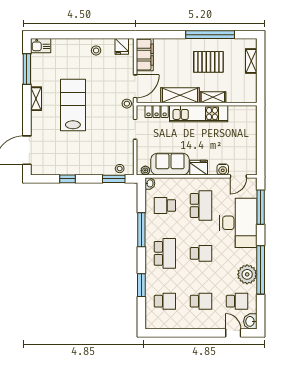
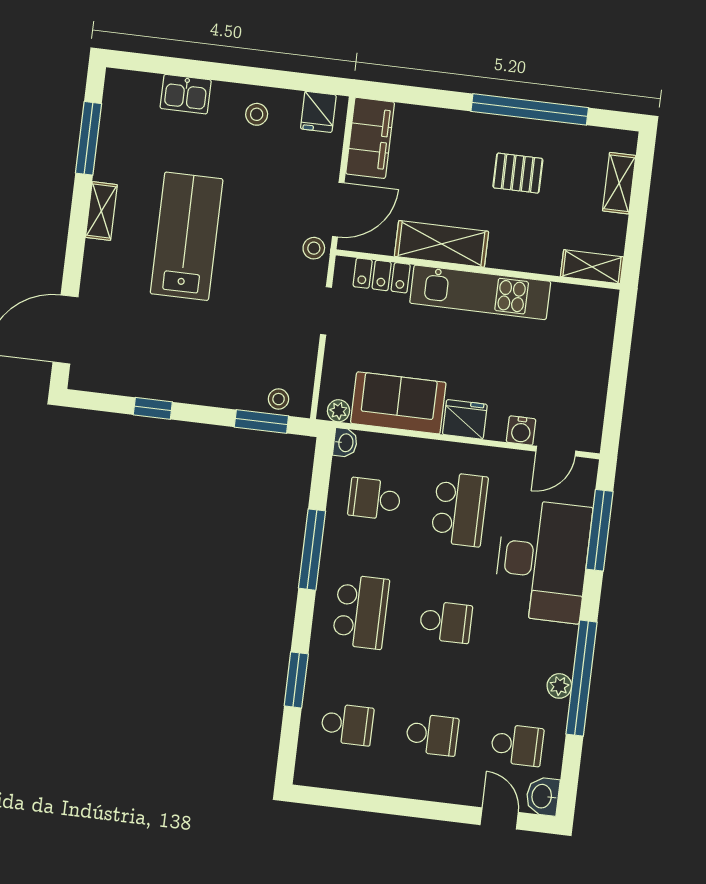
kitchen sink: (41, 46) -> (186, 94), moved
pallet: (208, 62) -> (518, 173), width x0.67, depth x0.71
shelving: (213, 97) -> (592, 267), moved
plant: (247, 274) -> (559, 686), width x0.53, depth x0.53

